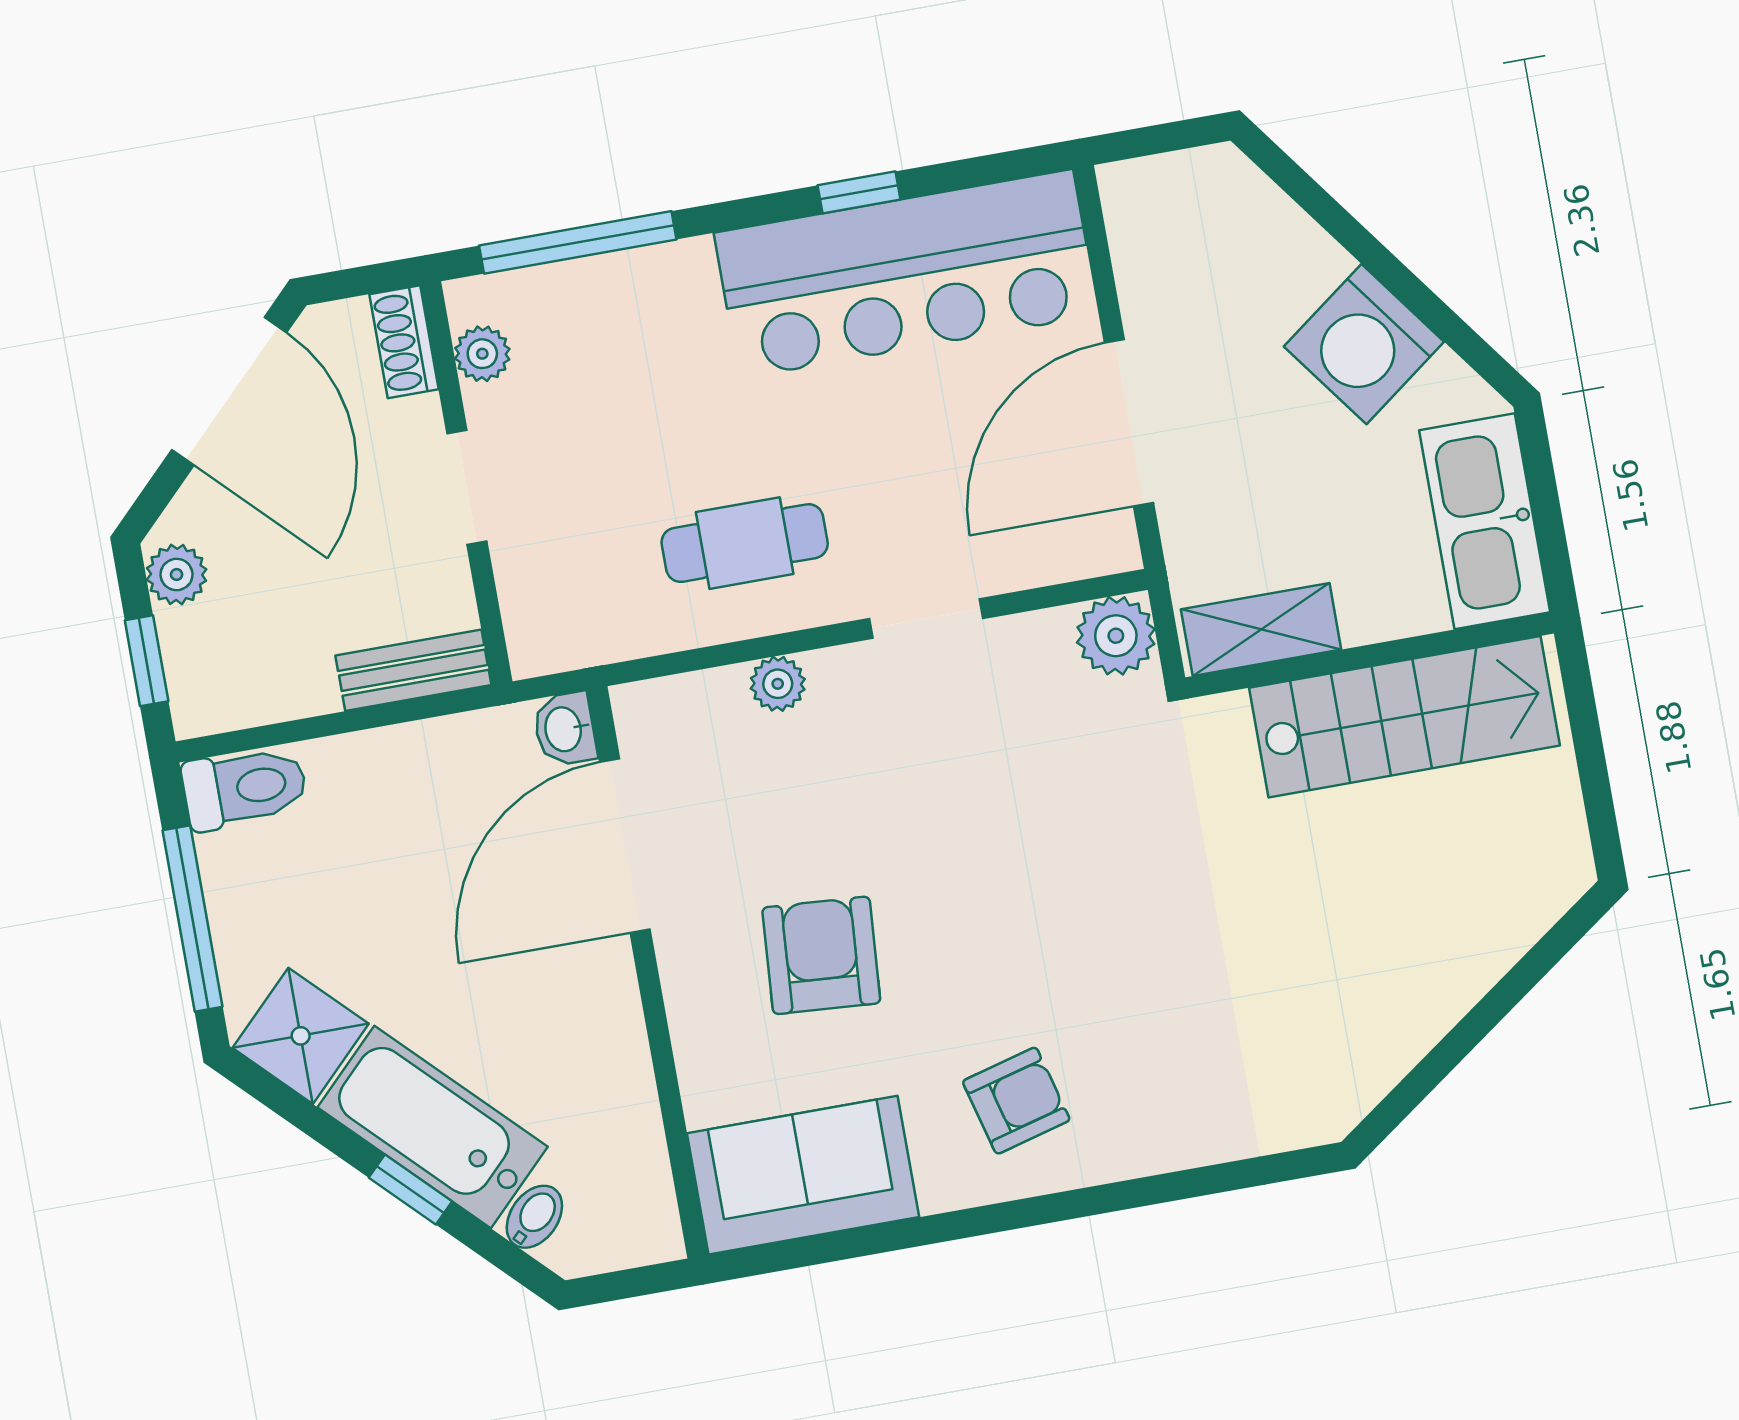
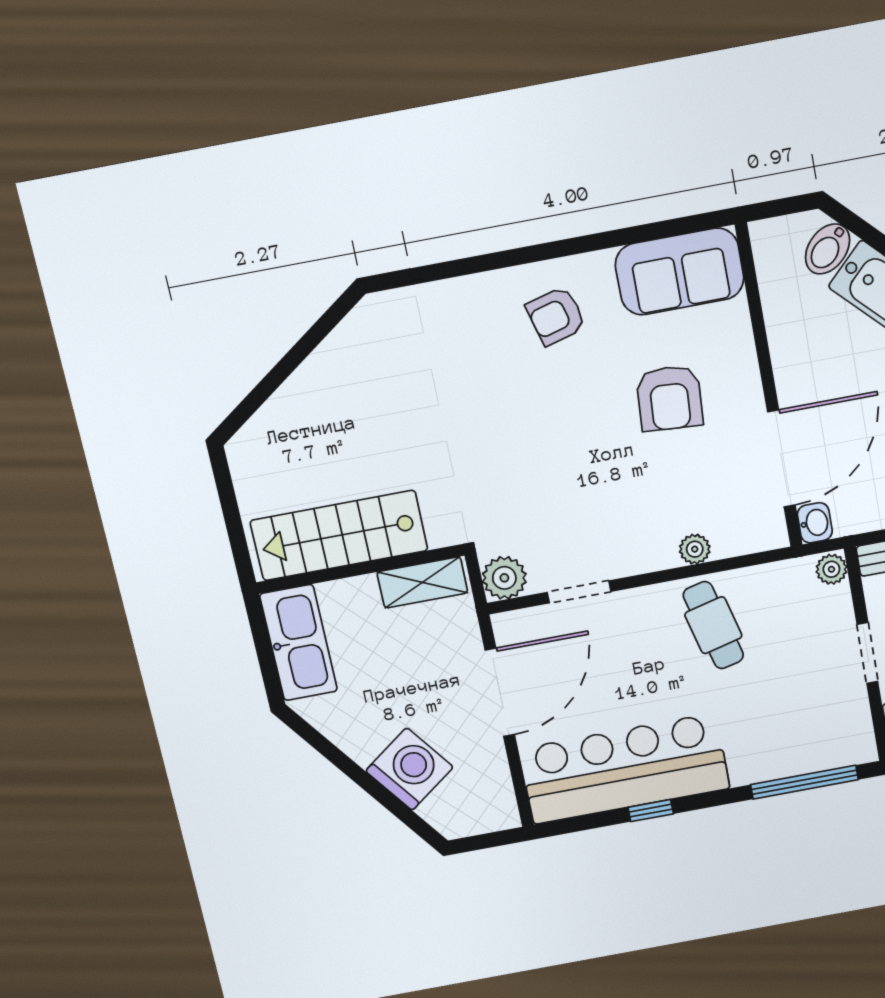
washing machine: (1364, 344) -> (409, 769), moved
plant: (482, 354) -> (831, 569), moved
cafe table: (745, 543) -> (713, 625), turned 76
doorway: (926, 619) -> (579, 592), moved
bidet: (534, 1217) -> (828, 249), width x1.38, depth x1.36

